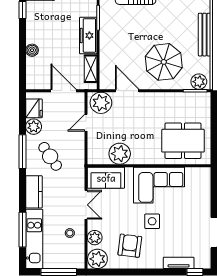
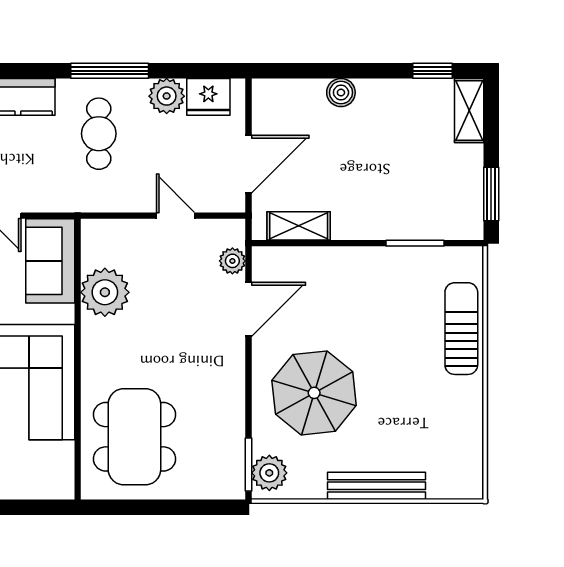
freezer: (88, 35) -> (374, 221), removed
plant: (101, 103) -> (232, 261), width x0.53, depth x0.53
cafe table: (50, 156) -> (99, 134), turned -56

